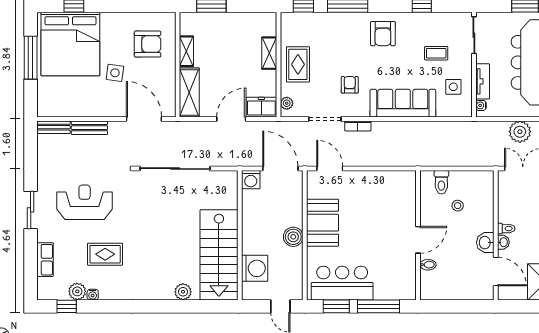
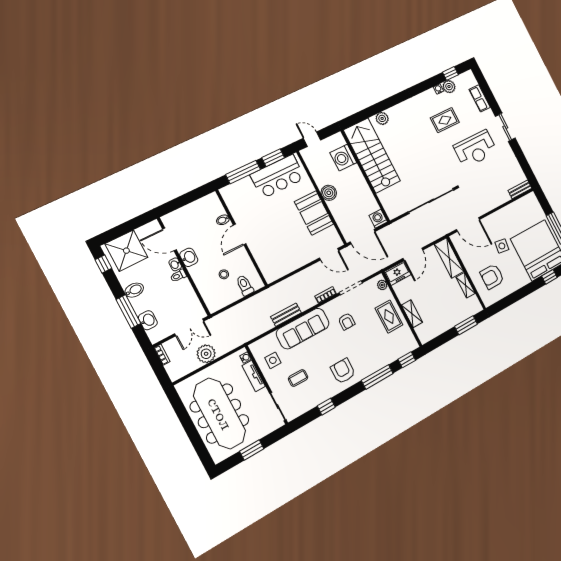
bench: (89, 128) -> (286, 315), moved

